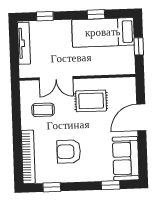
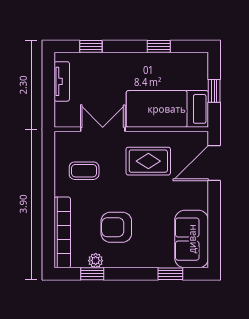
bed: (103, 32) -> (167, 109), moved
tv unit: (24, 43) -> (62, 81), width x0.71
double door: (56, 78) -> (103, 129), swing flipped
door: (141, 117) -> (214, 163), moved
plant: (54, 177) -> (96, 261), added

